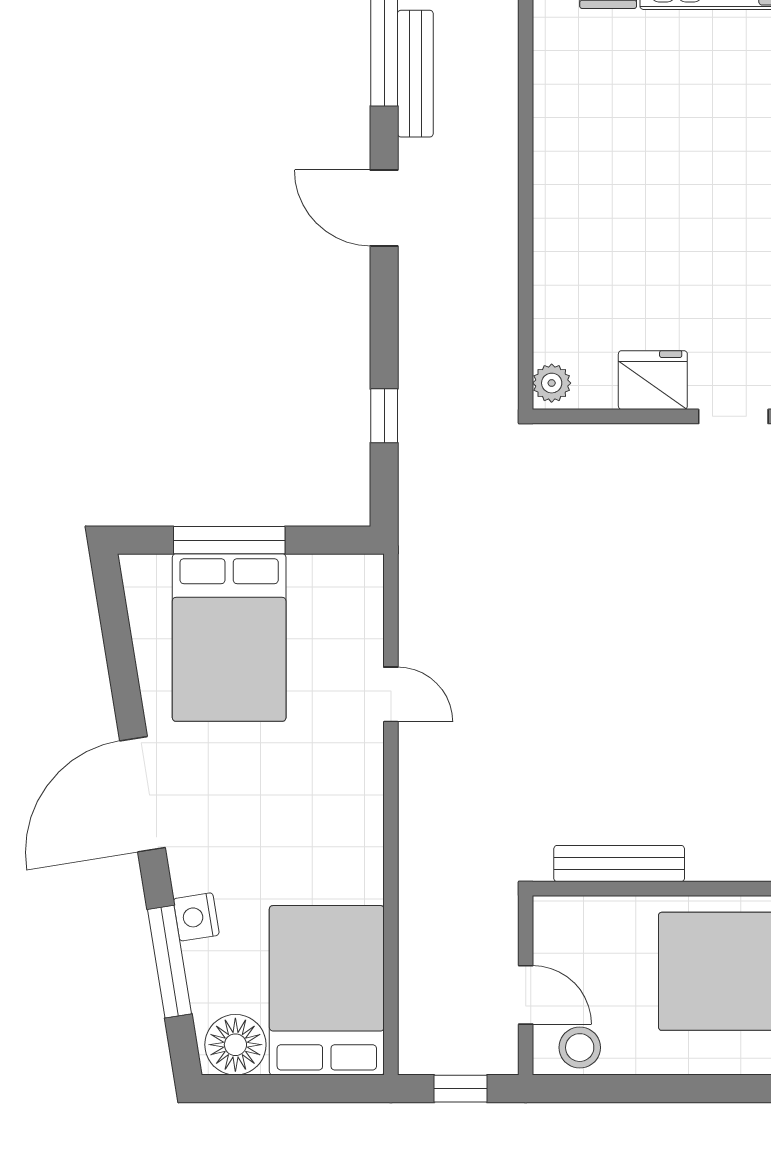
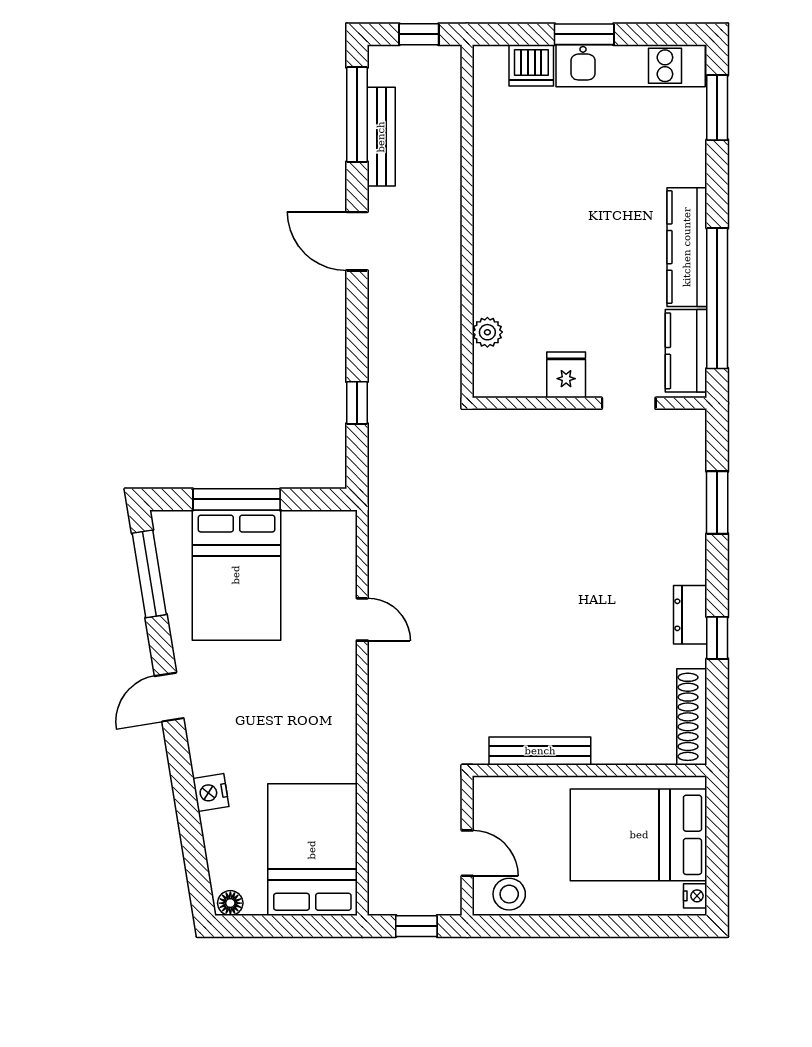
fridge: (653, 380) -> (566, 375), width x0.72
plant: (552, 383) -> (487, 332), moved
door: (143, 794) -> (169, 697), width x0.53
window: (169, 962) -> (149, 574), moved
floor lamp: (235, 1045) -> (230, 903), width x0.53, depth x0.53

